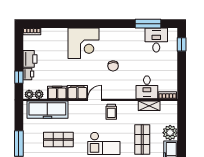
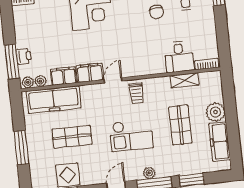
printer: (30, 59) -> (24, 36), removed
chair: (113, 66) -> (156, 12), moved
window: (19, 77) -> (12, 62), width x2.17

